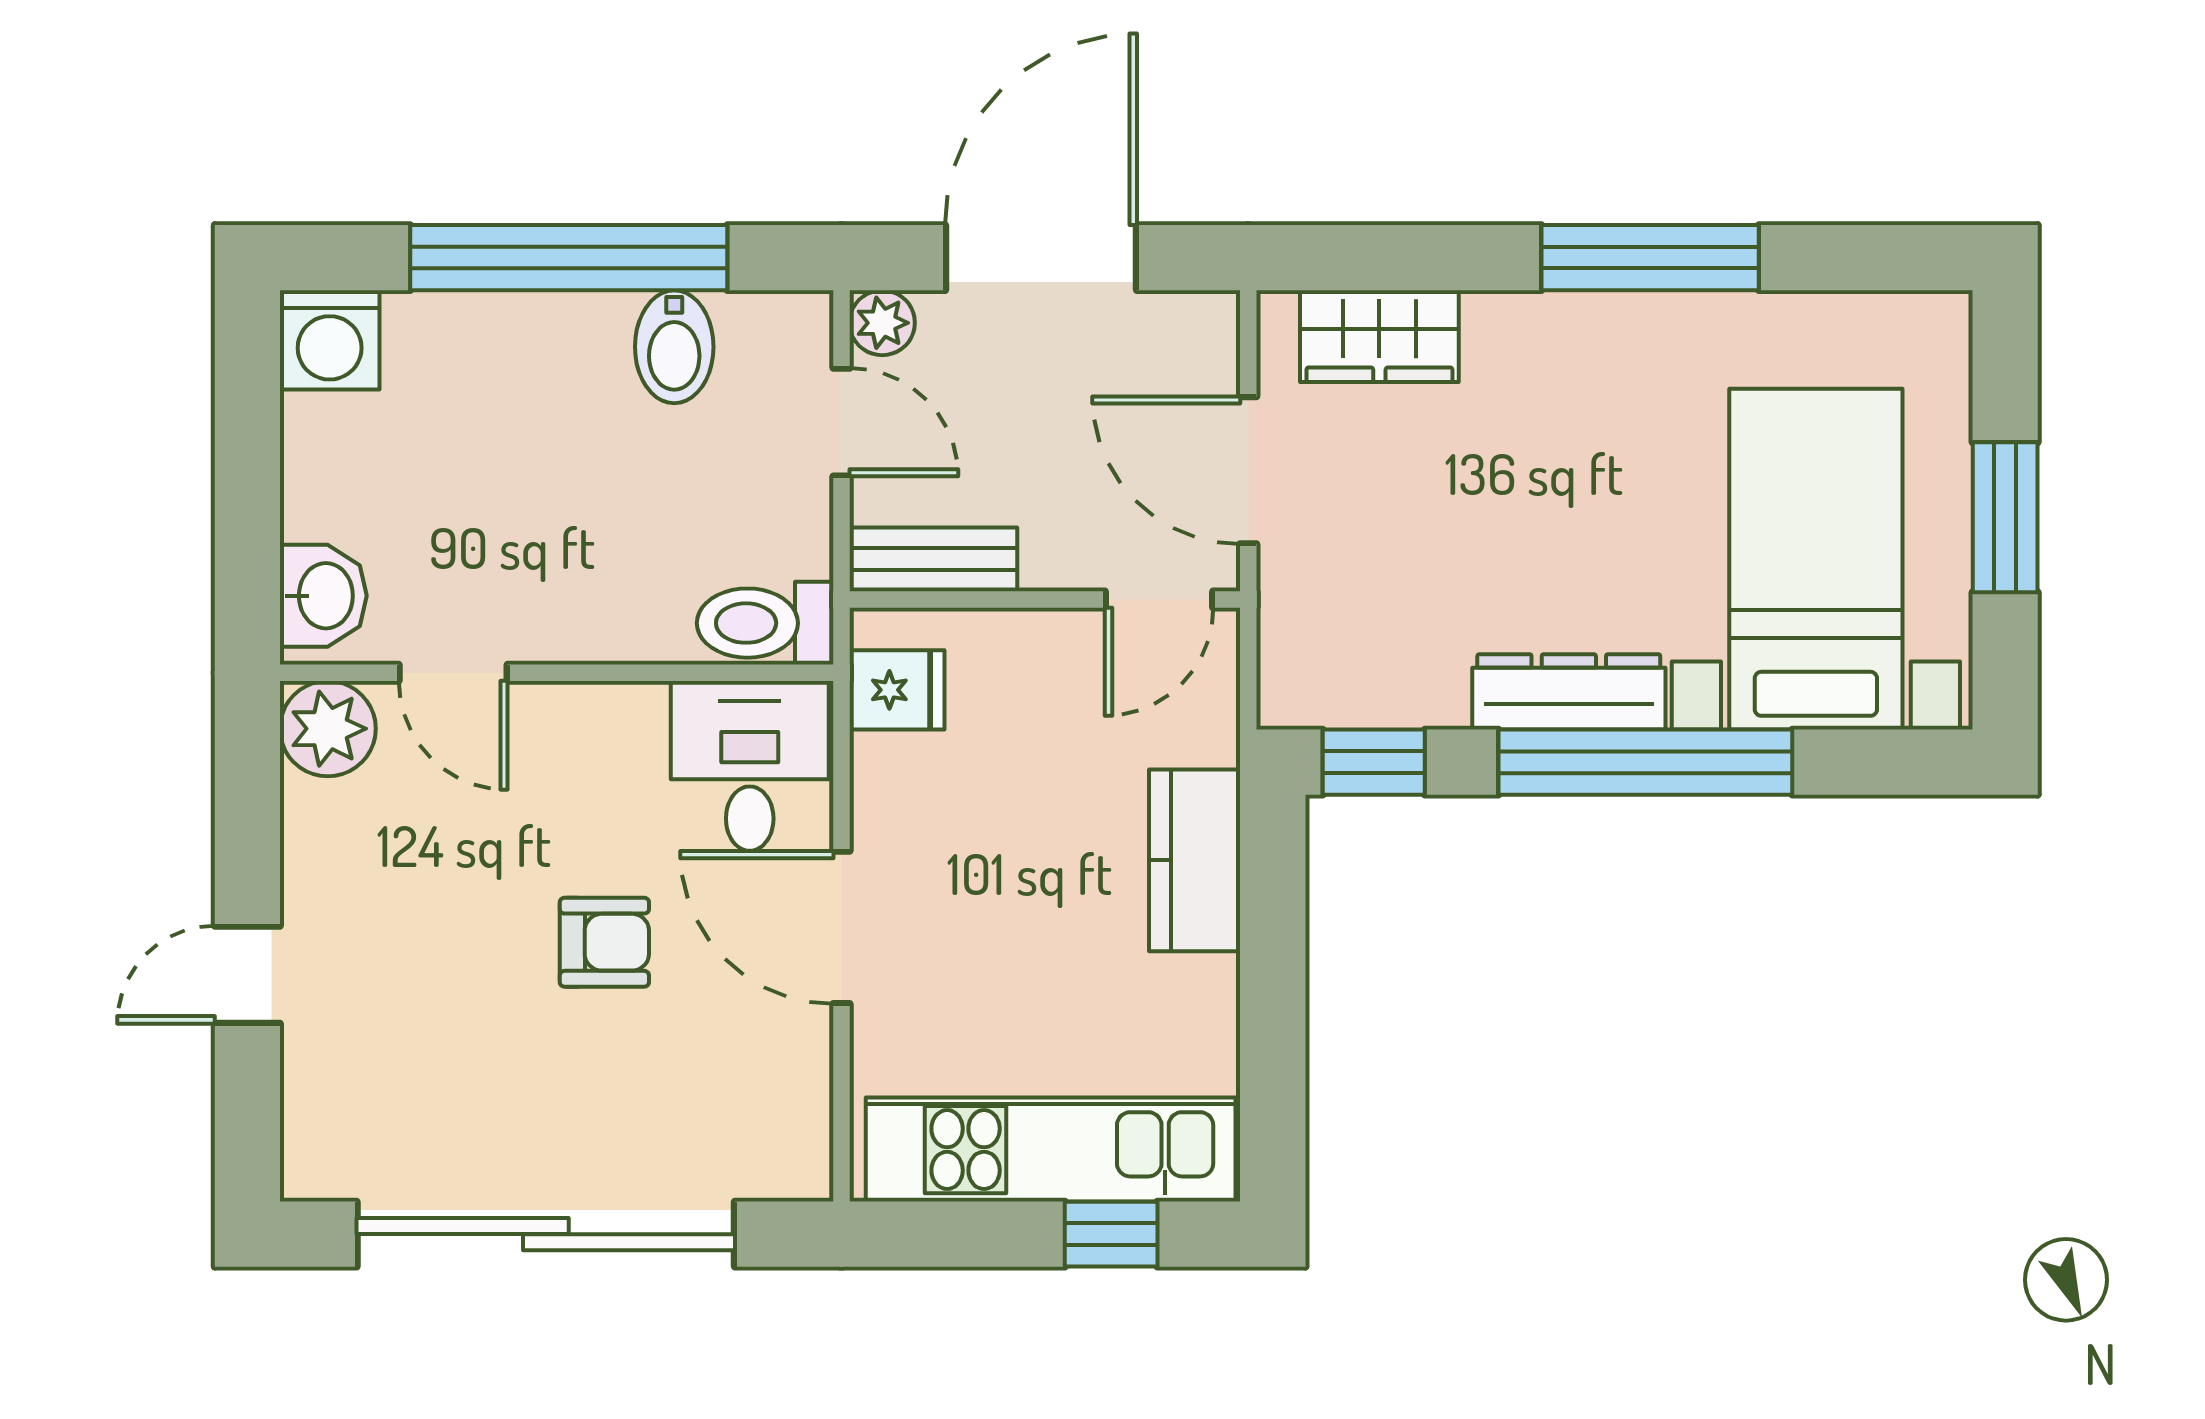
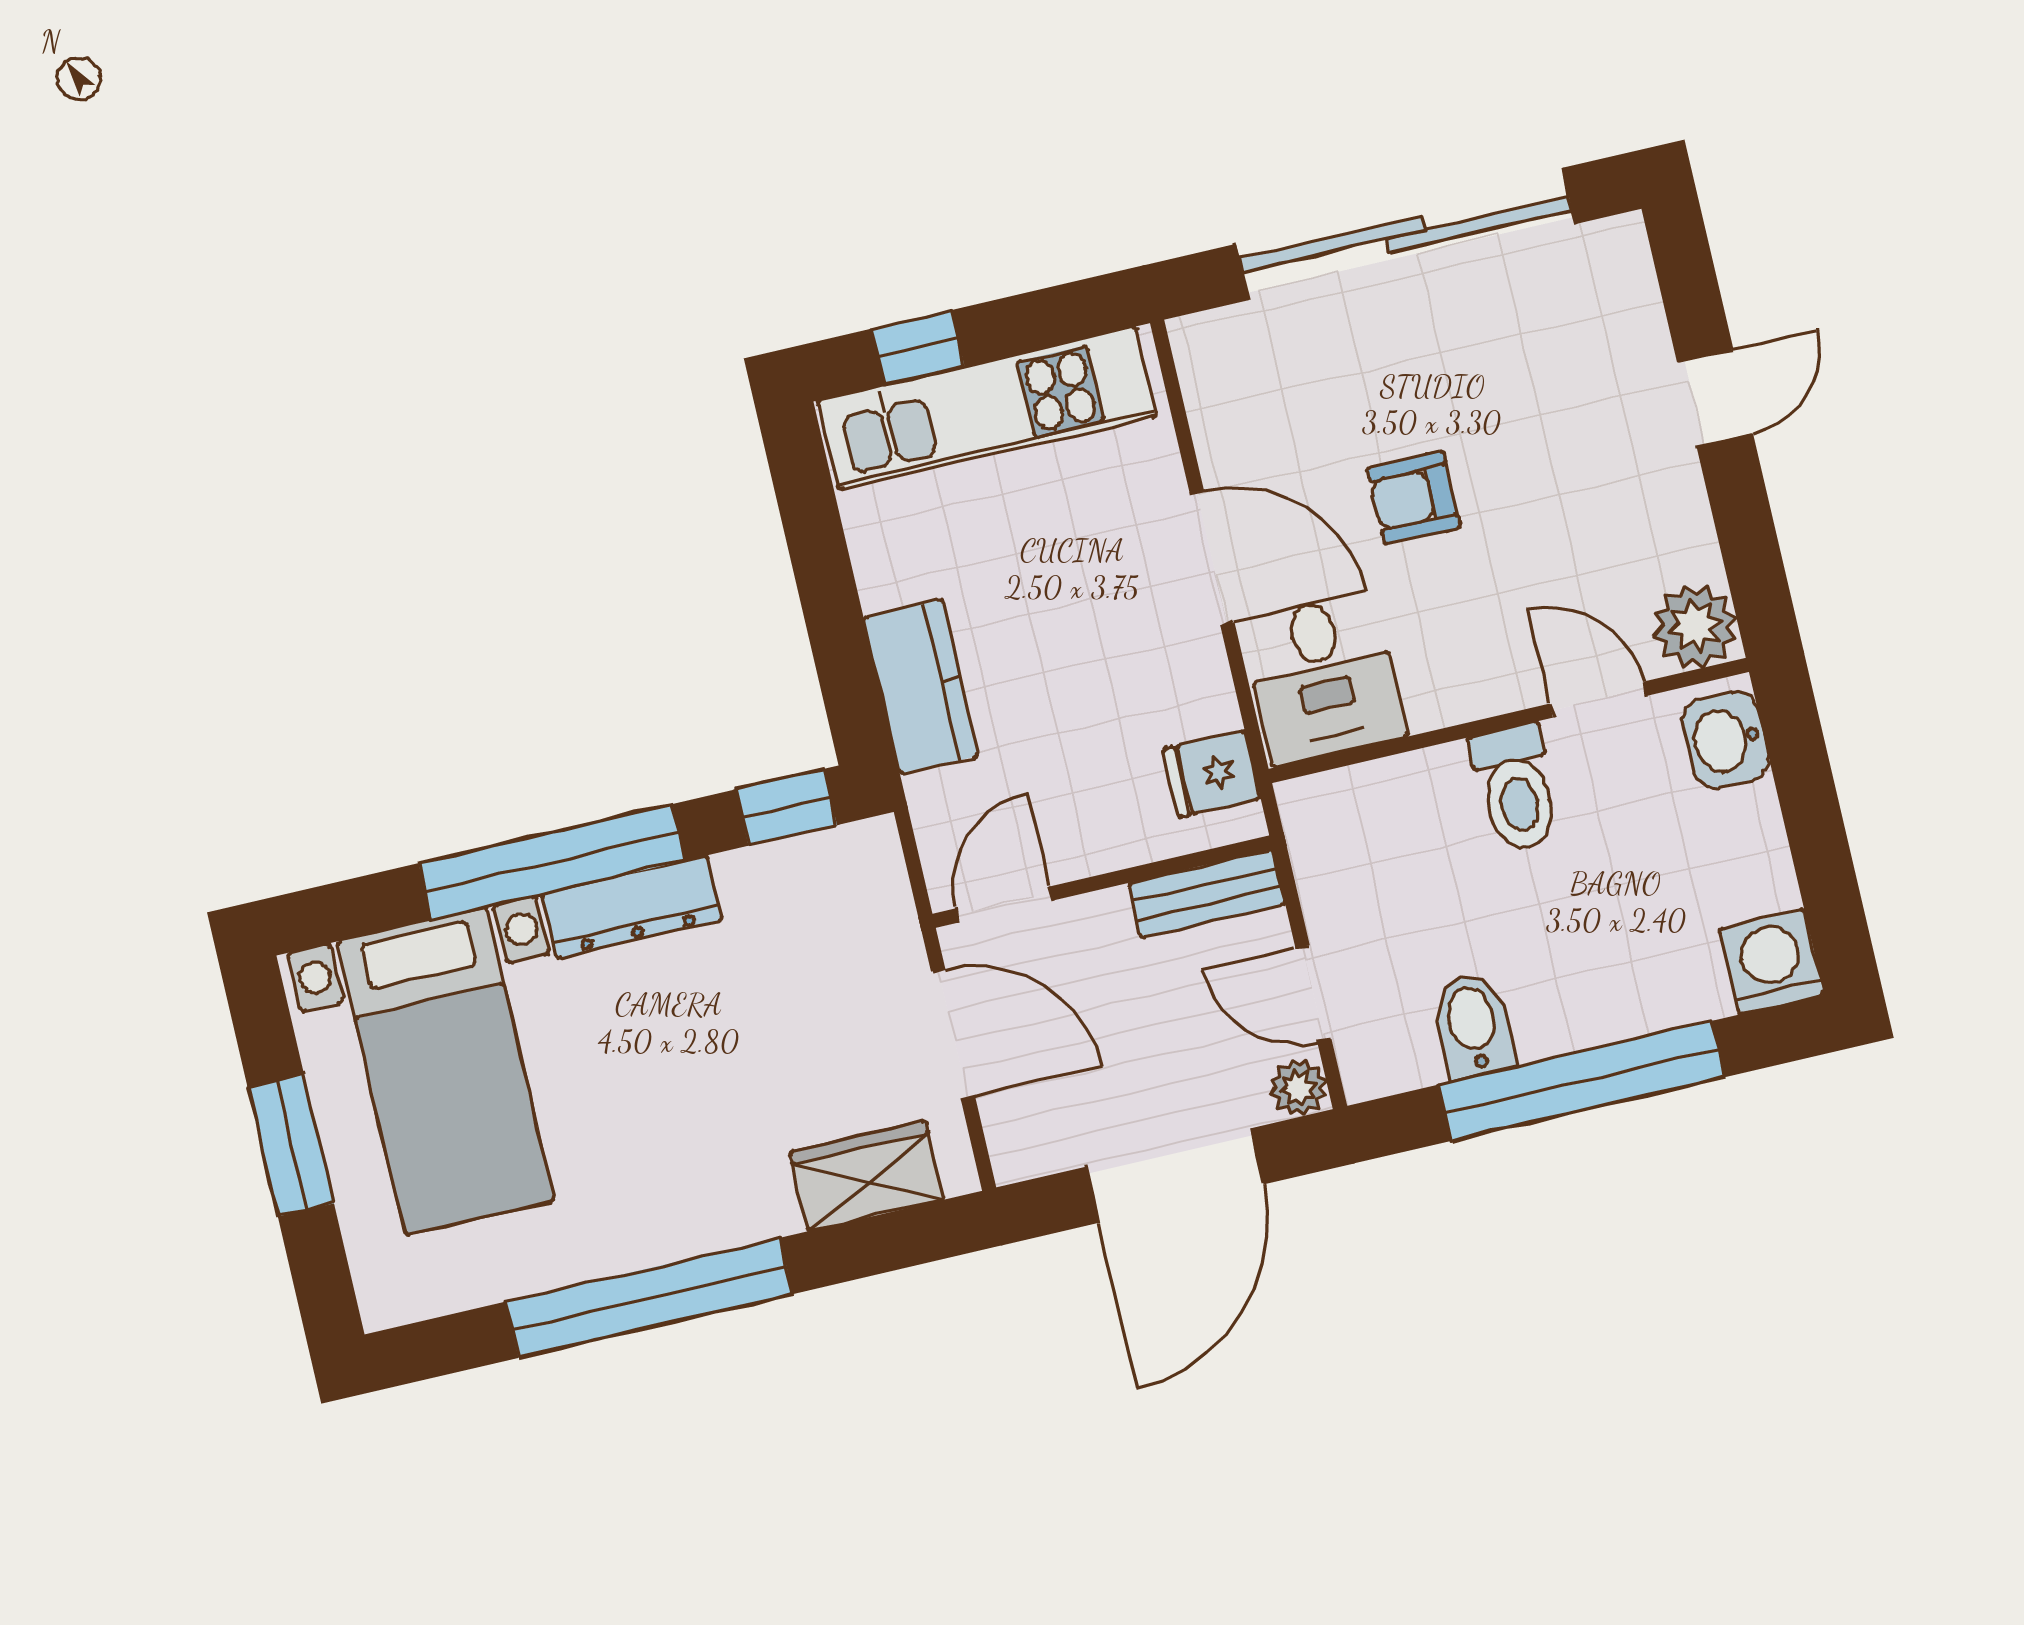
window: (1650, 258) -> (649, 1298), width x1.46
toilet: (765, 623) -> (1516, 788), moved, turned 90

